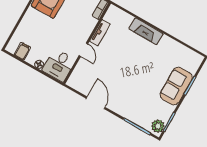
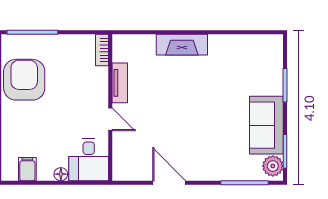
sofa: (176, 86) -> (266, 125), moved

